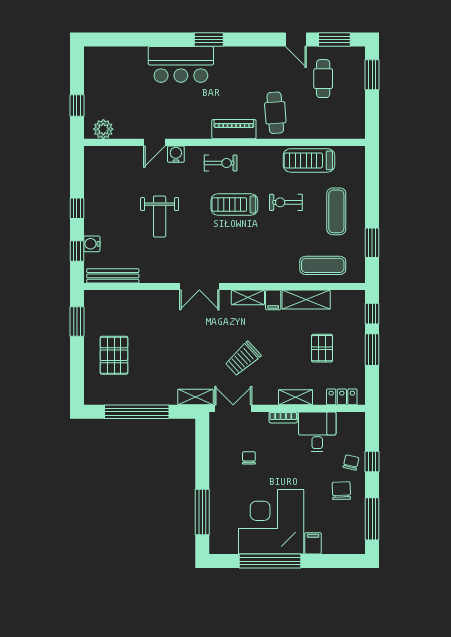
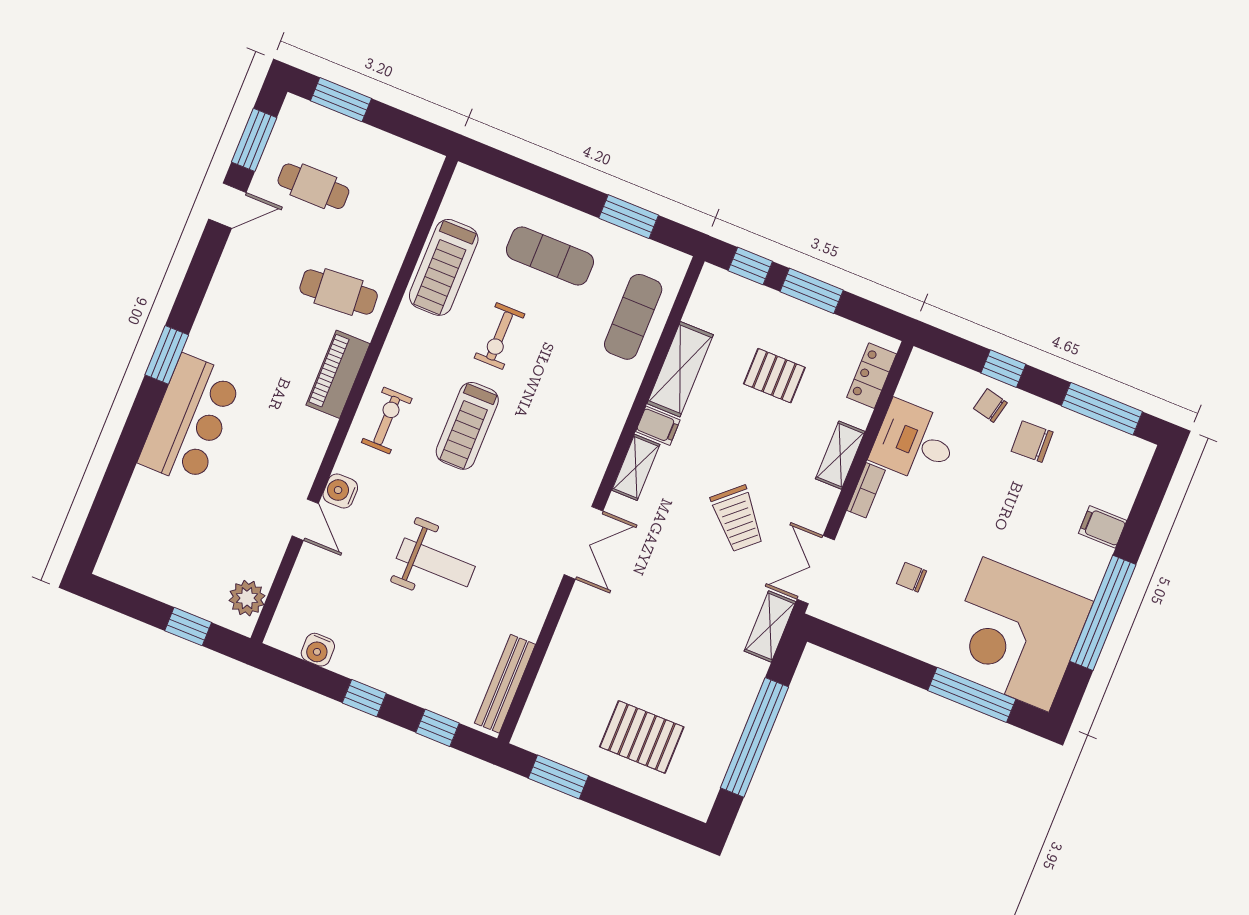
water cooler: (92, 244) -> (318, 650), moved
corner desk: (271, 522) -> (1016, 634), moved

